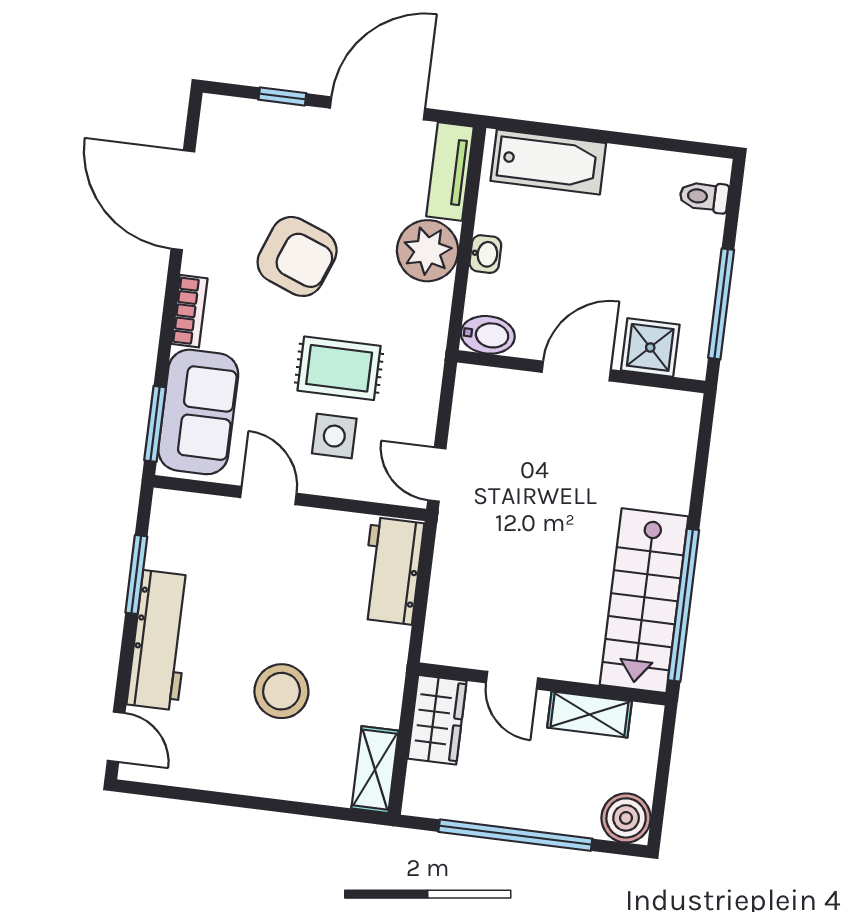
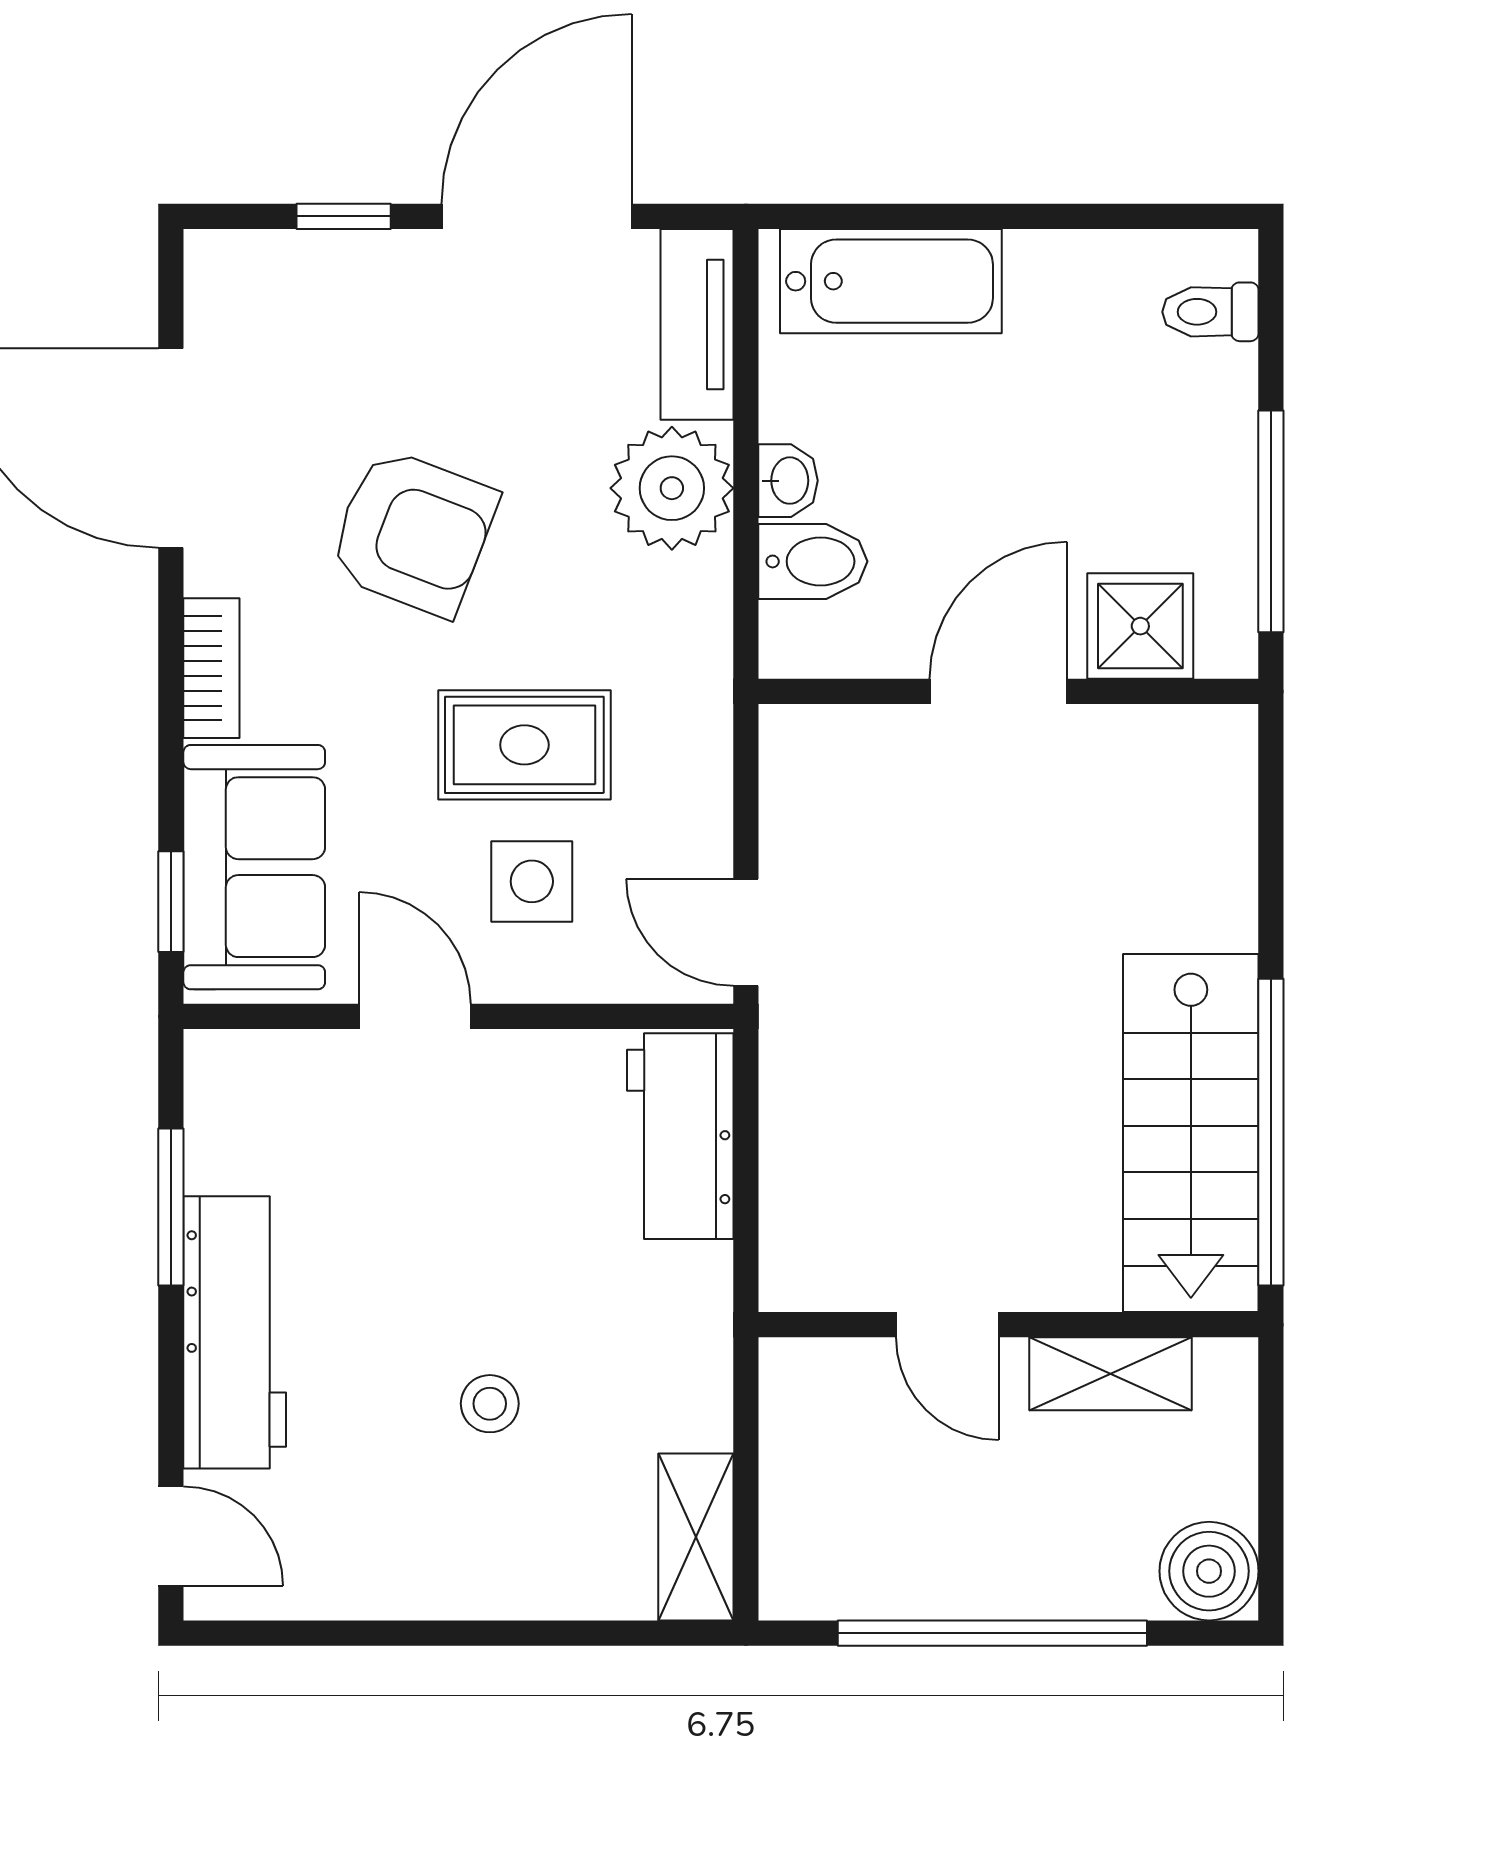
bidet: (488, 335) -> (813, 561), moved
window: (155, 424) -> (171, 902), width x0.67
stool: (281, 691) -> (490, 1404), width x0.53, depth x0.53
wardrobe: (437, 720) -> (808, 1422), removed

